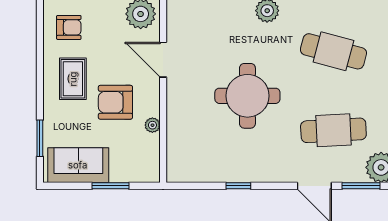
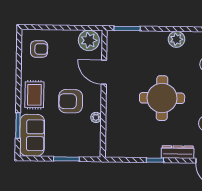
rug: (73, 79) -> (34, 95), moved
sofa: (78, 165) -> (32, 135), moved, turned 90
dresser: (271, 174) -> (178, 152), added

